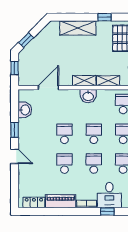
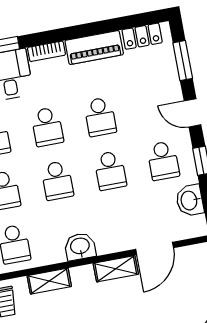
shelving: (84, 81) -> (116, 269), moved
school desk: (35, 134) -> (163, 161), added
window: (15, 185) -> (183, 61), added

